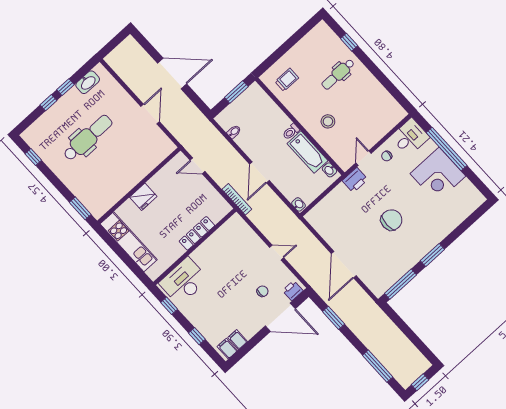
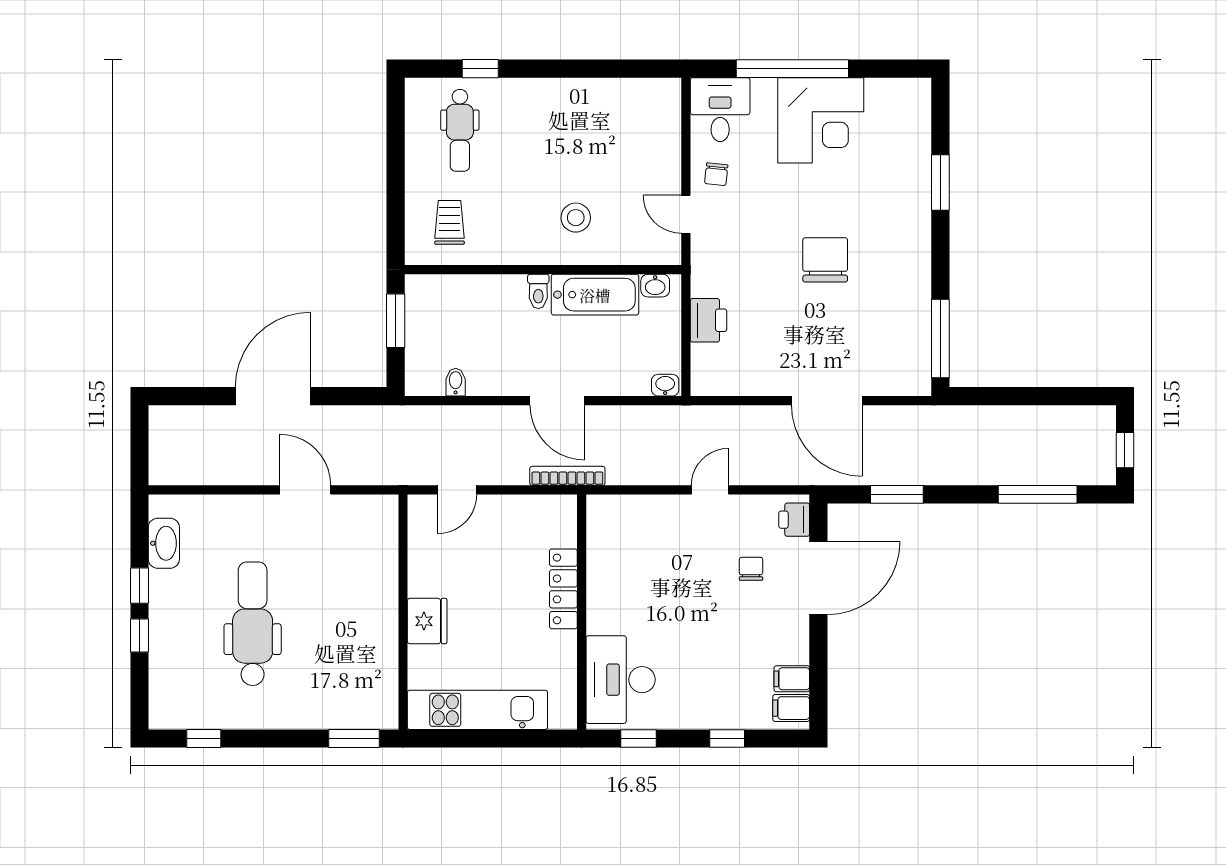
dental chair: (338, 74) -> (460, 130), moved
printer: (355, 180) -> (708, 320), moved
window: (432, 255) -> (940, 183), moved

